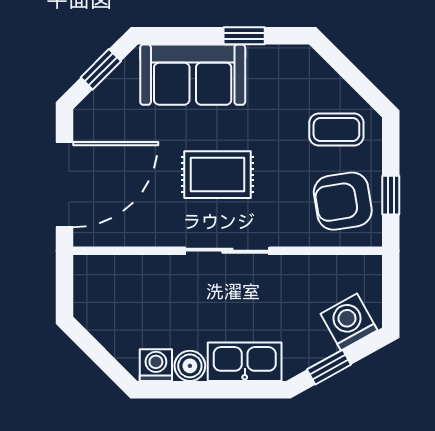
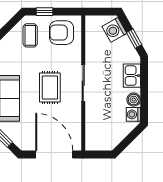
window: (391, 195) -> (44, 12), moved
armchair: (343, 201) -> (61, 33), turned 99
kitchen sink: (245, 362) -> (132, 76), width x0.73

